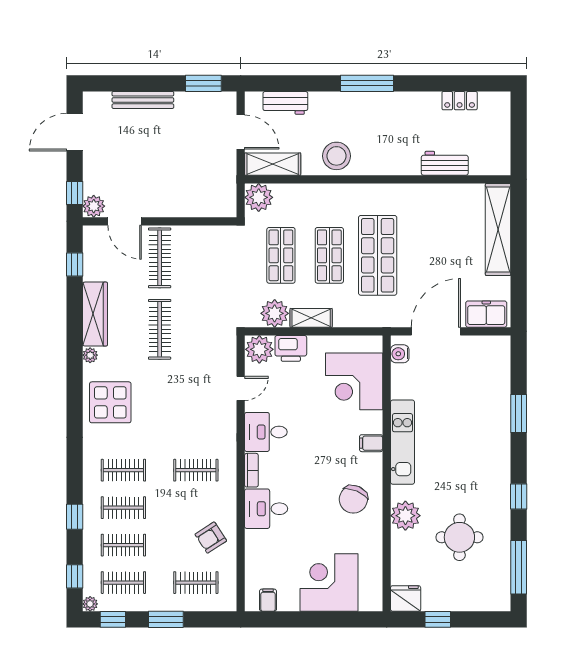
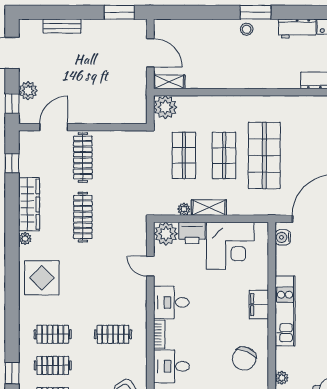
window: (367, 83) -> (255, 12), width x0.69
bench: (143, 100) -> (62, 26), width x0.73
workbench: (285, 103) -> (297, 29), moved
stool: (336, 156) -> (247, 29), moved, width x0.53, depth x0.53
shelving: (273, 164) -> (169, 82), width x0.67, depth x0.75
plant: (94, 206) -> (28, 91), moved
door: (125, 221) -> (54, 127), swing flipped
plant: (275, 313) -> (184, 209), width x0.53, depth x0.53
corner desk: (354, 381) -> (230, 246), moved, turned -90
door: (241, 388) -> (150, 266), swing flipped
filing cabinet: (371, 443) -> (259, 305), width x2.00
plant: (405, 516) -> (282, 378), width x0.53, depth x0.53

